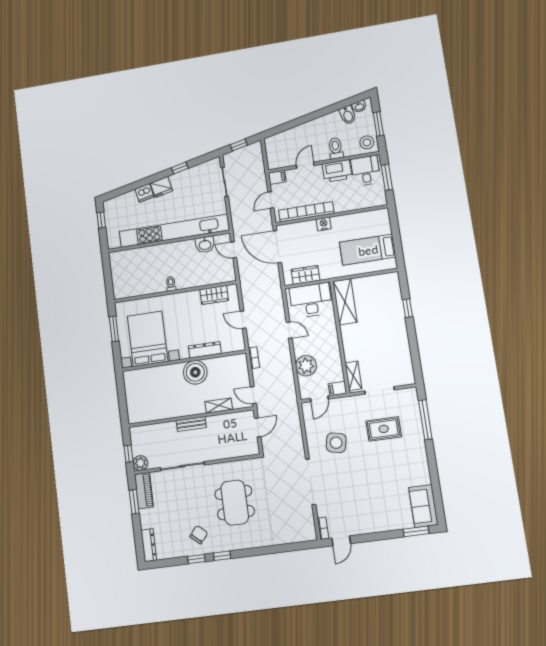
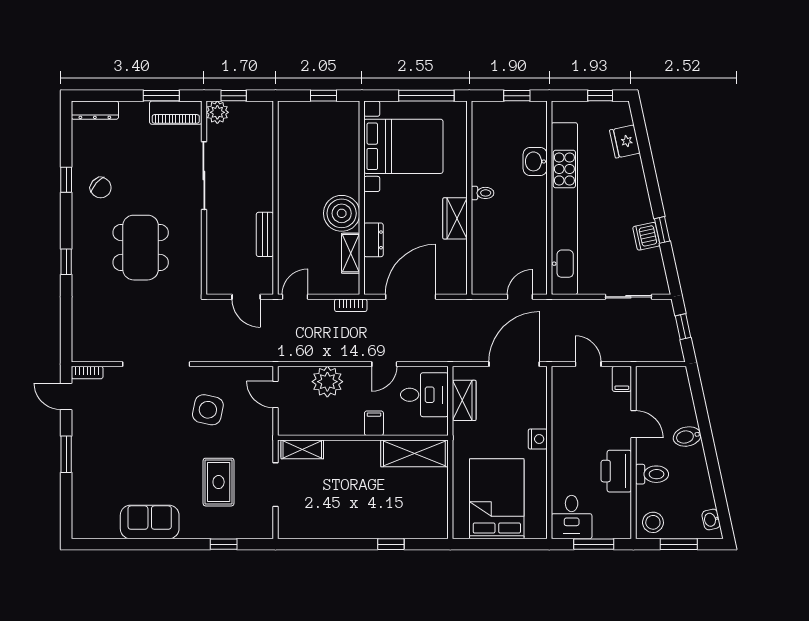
bidet: (348, 115) -> (687, 437), moved
desk: (366, 171) -> (572, 517), moved, turned 90
fridge: (161, 187) -> (625, 142), moved
dishwasher: (144, 193) -> (646, 236), moved
bookcase: (306, 212) -> (561, 416), removed
washbasin: (205, 245) -> (535, 161), moved
bed: (368, 250) -> (497, 499), width x1.50
window: (107, 272) -> (517, 96), added
wardrobe: (214, 295) -> (455, 218), moved
desk: (311, 300) -> (424, 395), width x0.73
door: (243, 320) -> (411, 297), width x1.87
window: (114, 329) -> (426, 96), width x1.44
dresser: (205, 350) -> (374, 240), width x0.70
filing cabinet: (337, 389) -> (374, 423), moved
window: (122, 395) -> (323, 96), added
shelving: (219, 406) -> (351, 253), moved
window: (425, 420) -> (224, 544), width x0.46
bench: (191, 424) -> (265, 234), moved
dining table: (235, 503) -> (141, 248), turned 90
sofa: (423, 506) -> (150, 522), moved
window: (416, 531) -> (66, 454), moved
window: (222, 556) -> (66, 262), moved

